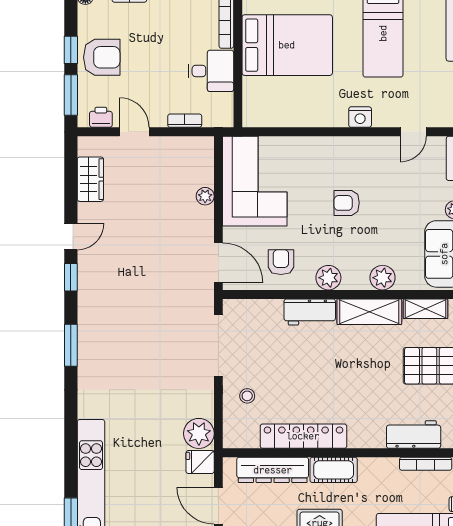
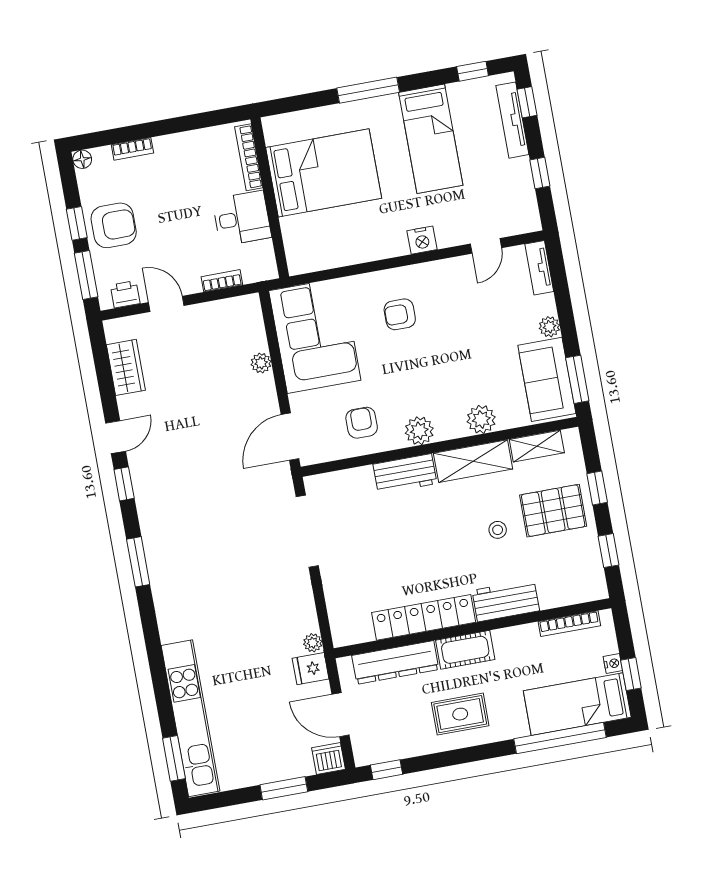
armchair: (347, 203) -> (400, 314), moved
door: (218, 263) -> (290, 437), swing flipped
stool: (247, 396) -> (498, 530), moved
plant: (199, 433) -> (313, 643), width x0.53, depth x0.53
workbench: (414, 434) -> (506, 601), moved

